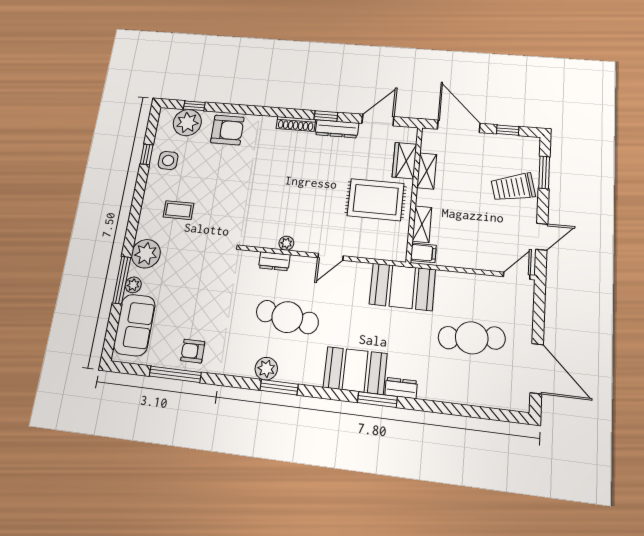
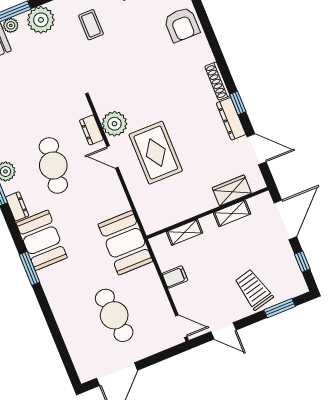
rug: (376, 200) -> (156, 153), moved
plant: (286, 243) -> (114, 124), width x1.88, depth x1.88
filing cabinet: (423, 253) -> (175, 277), moved, turned -90
door: (331, 257) -> (113, 157), moved
dresser: (401, 388) -> (17, 206), moved

